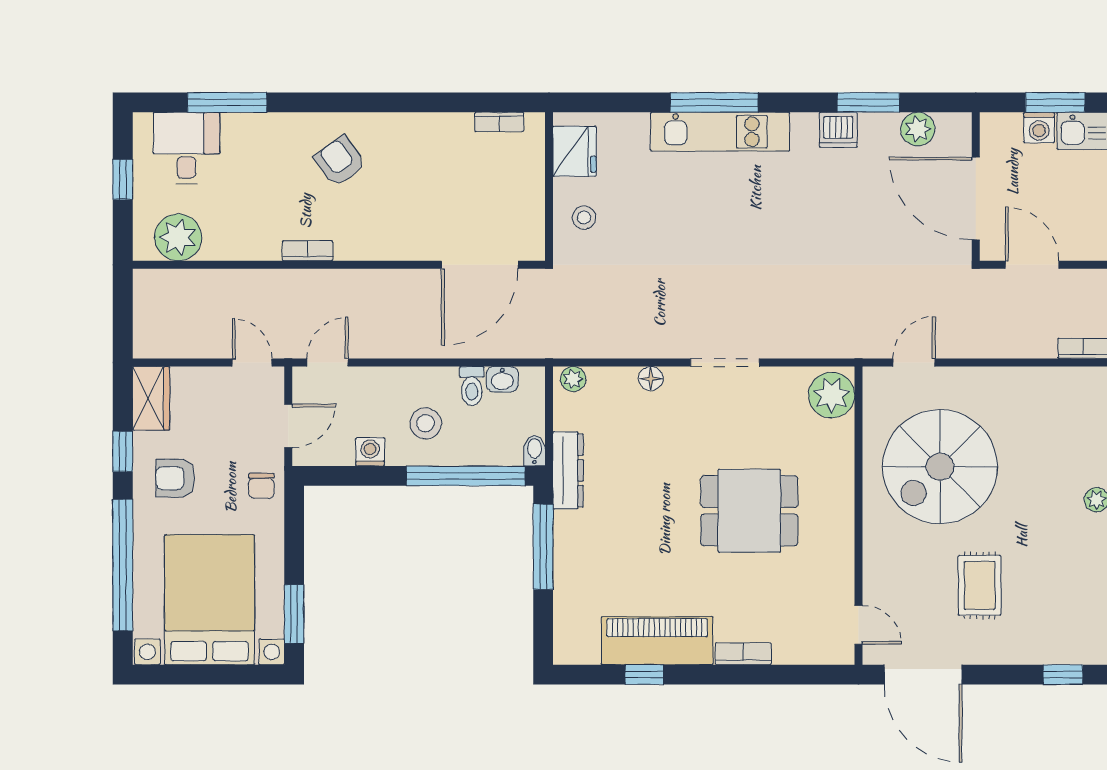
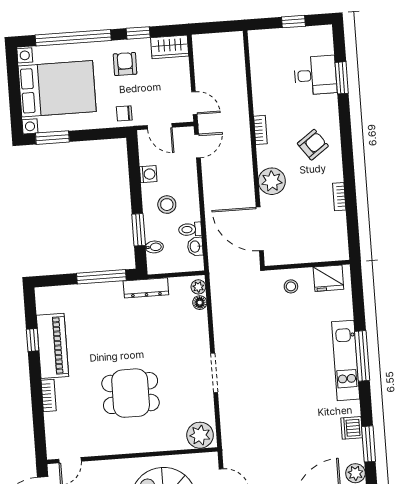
window: (227, 102) -> (342, 78), width x0.69
bookcase: (499, 122) -> (339, 197), moved
desk: (186, 148) -> (315, 75), moved
plant: (178, 237) -> (272, 181), moved
door: (252, 362) -> (194, 103), hinge flipped
door: (327, 362) -> (197, 146), hinge flipped
floor lamp: (651, 379) -> (200, 303), moved
bidet: (535, 451) -> (154, 247), moved
window: (466, 476) -> (139, 230), width x0.47
dining table: (749, 511) -> (131, 393), turned 90

